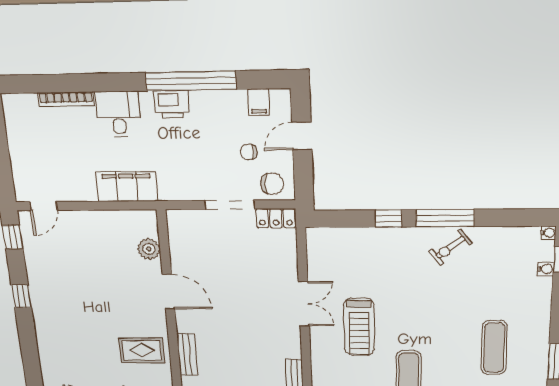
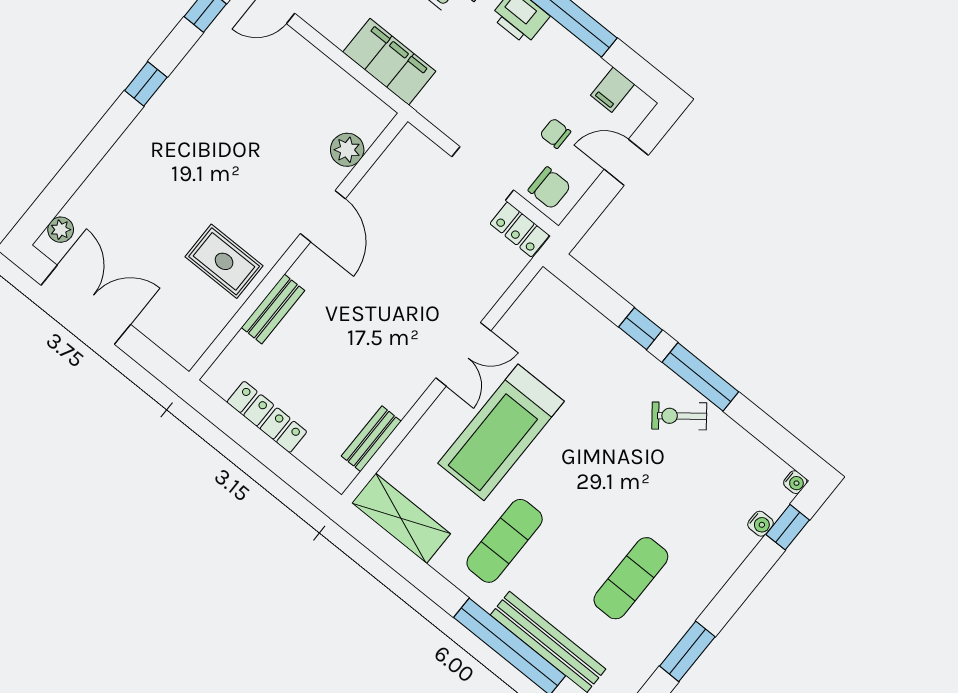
treadmill: (359, 327) -> (501, 432), width x1.37, depth x1.38

